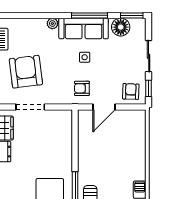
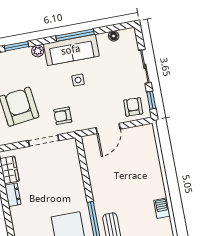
window: (132, 15) -> (16, 46), moved
floor lamp: (121, 27) -> (114, 36), width x0.53, depth x0.53
armchair: (82, 88) -> (63, 116), moved
doorway: (30, 107) -> (44, 141), moved

